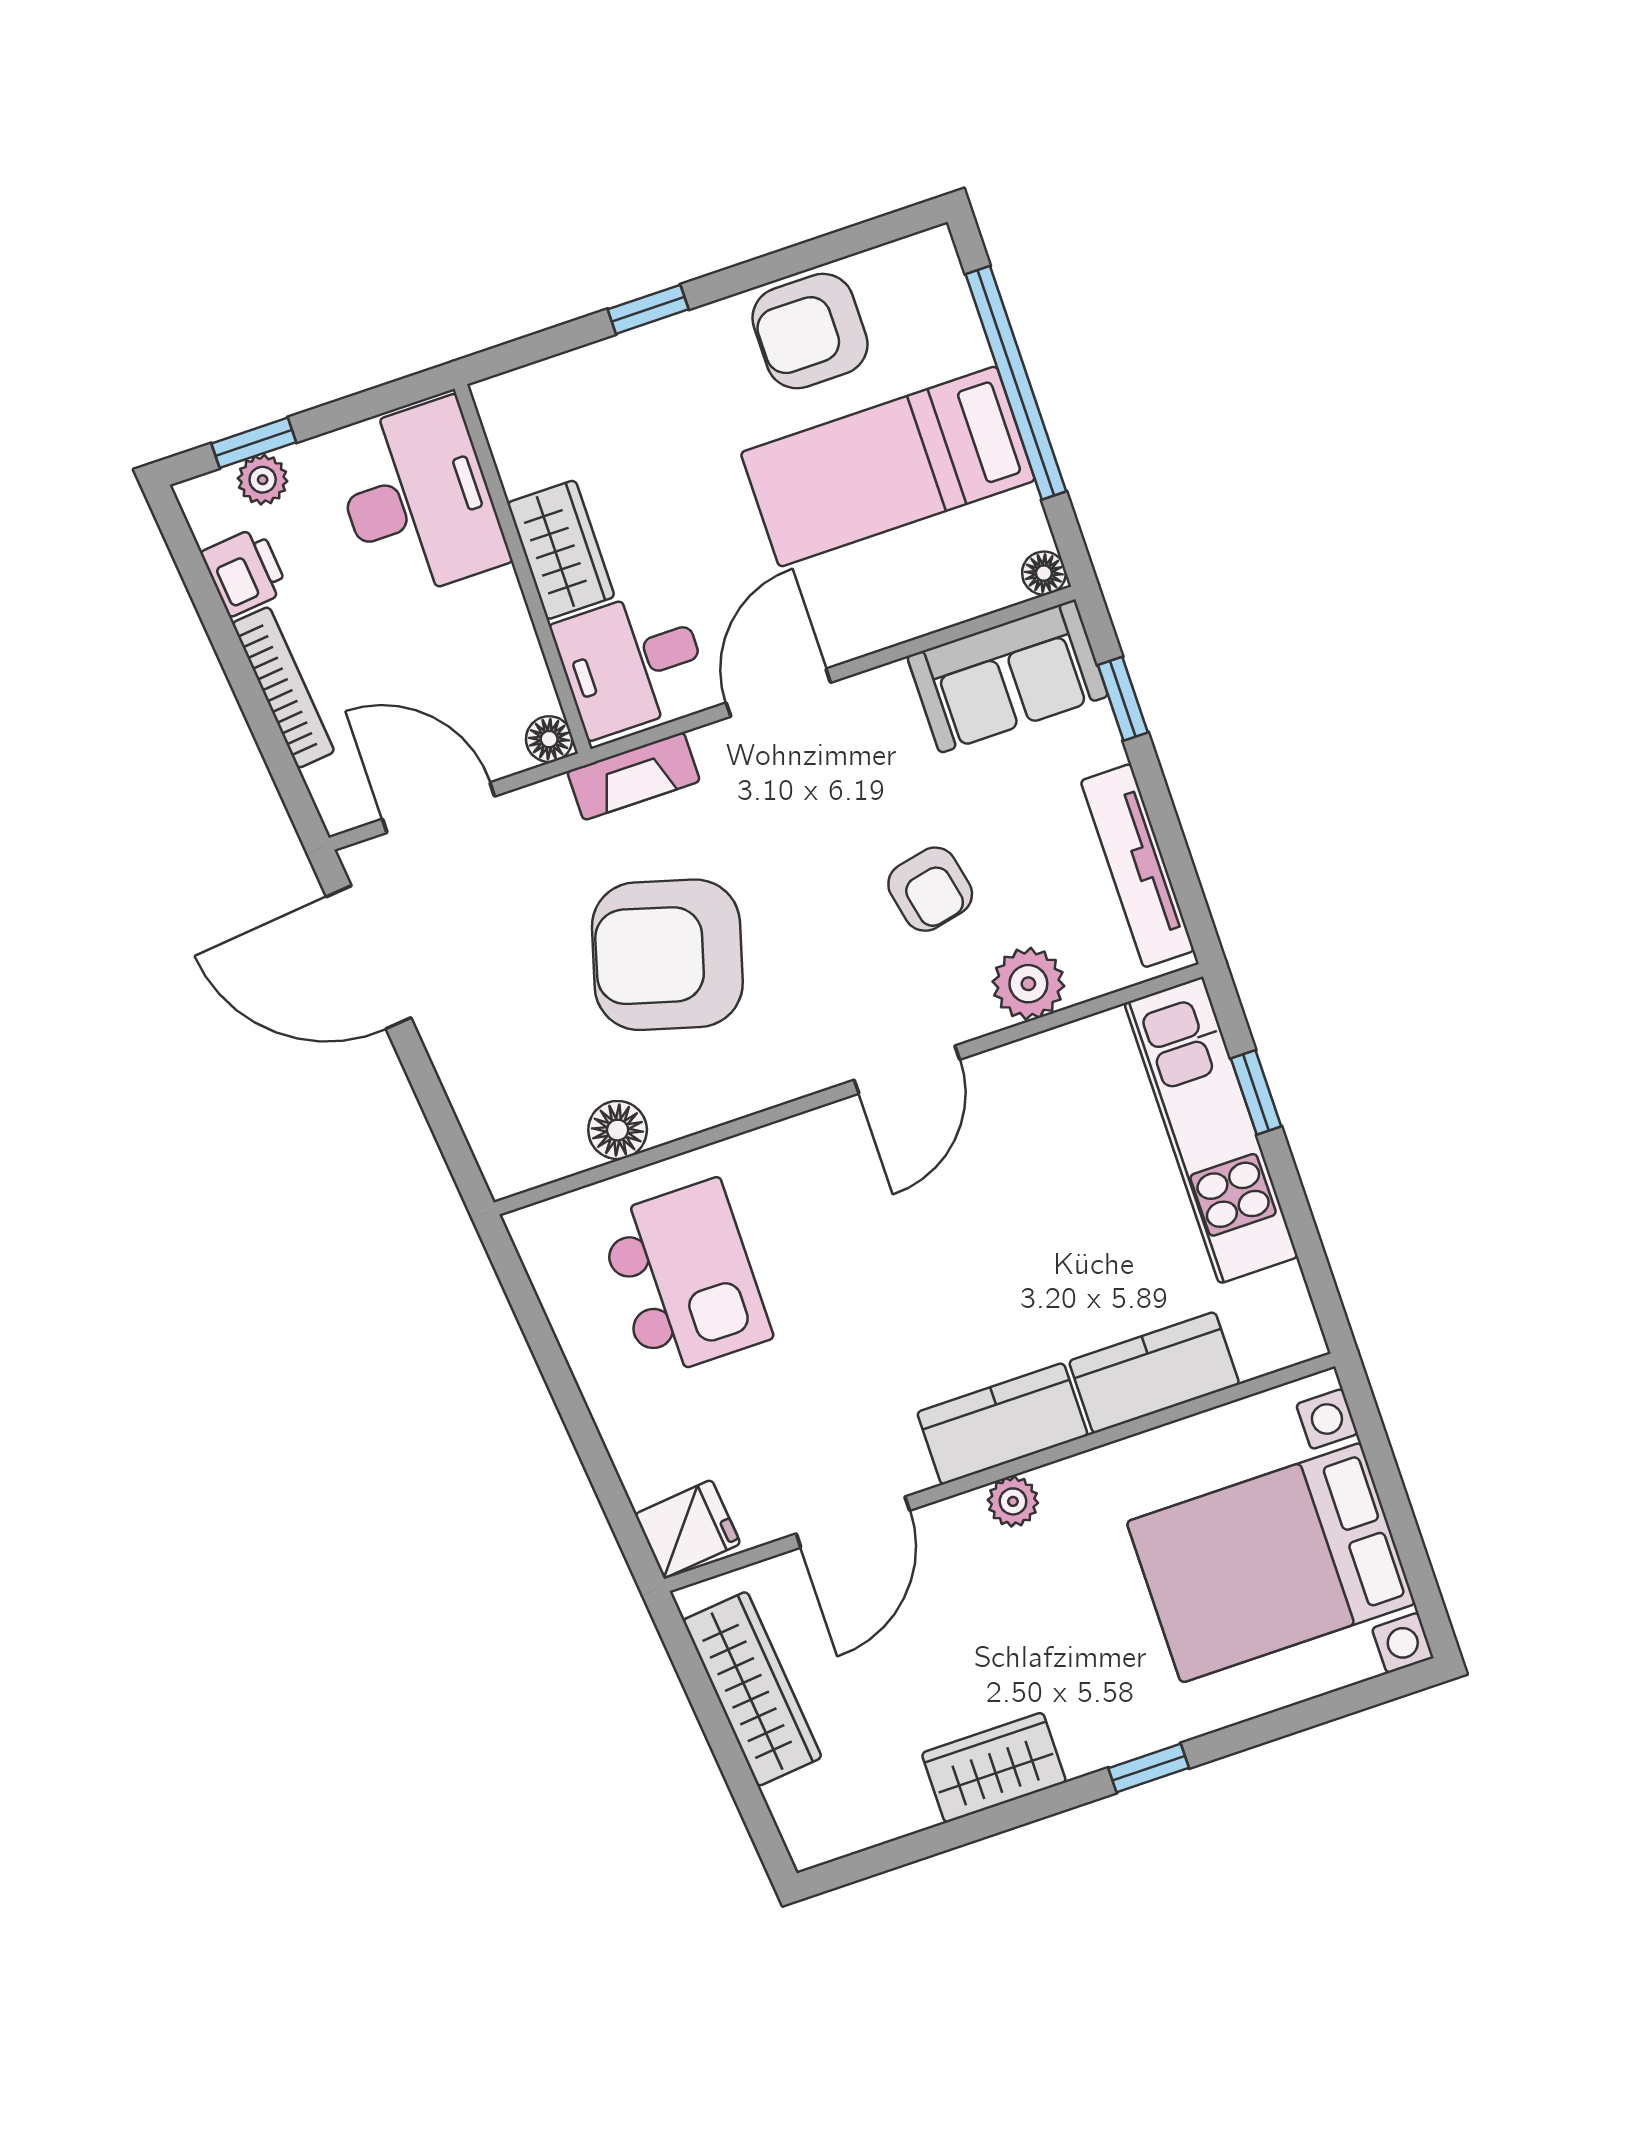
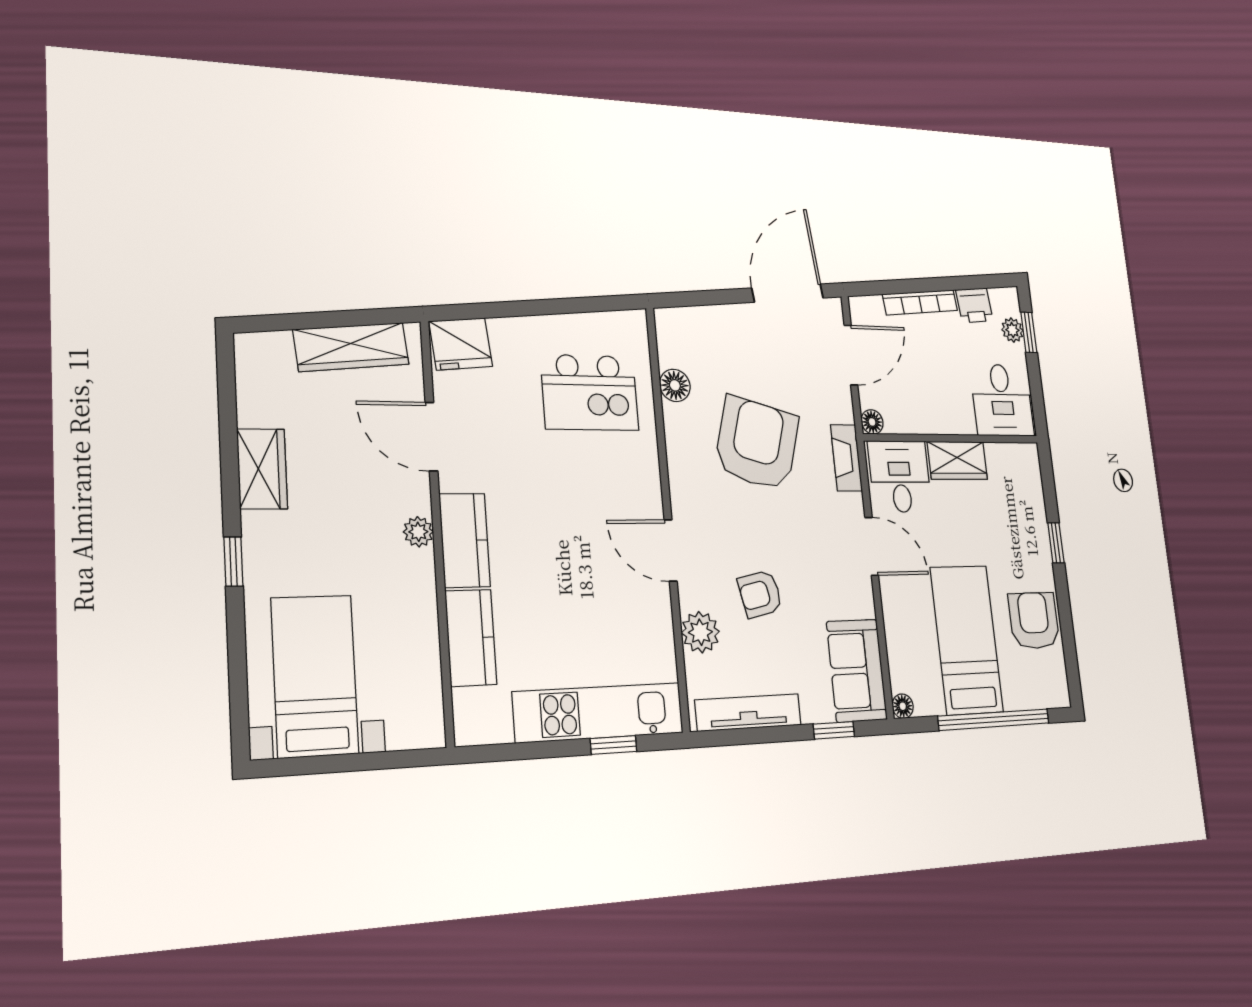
desk: (418, 500) -> (1002, 400), width x0.73
fridge: (688, 1529) -> (461, 344), width x1.38
bed with nightstands: (1271, 1563) -> (315, 676), width x0.73

